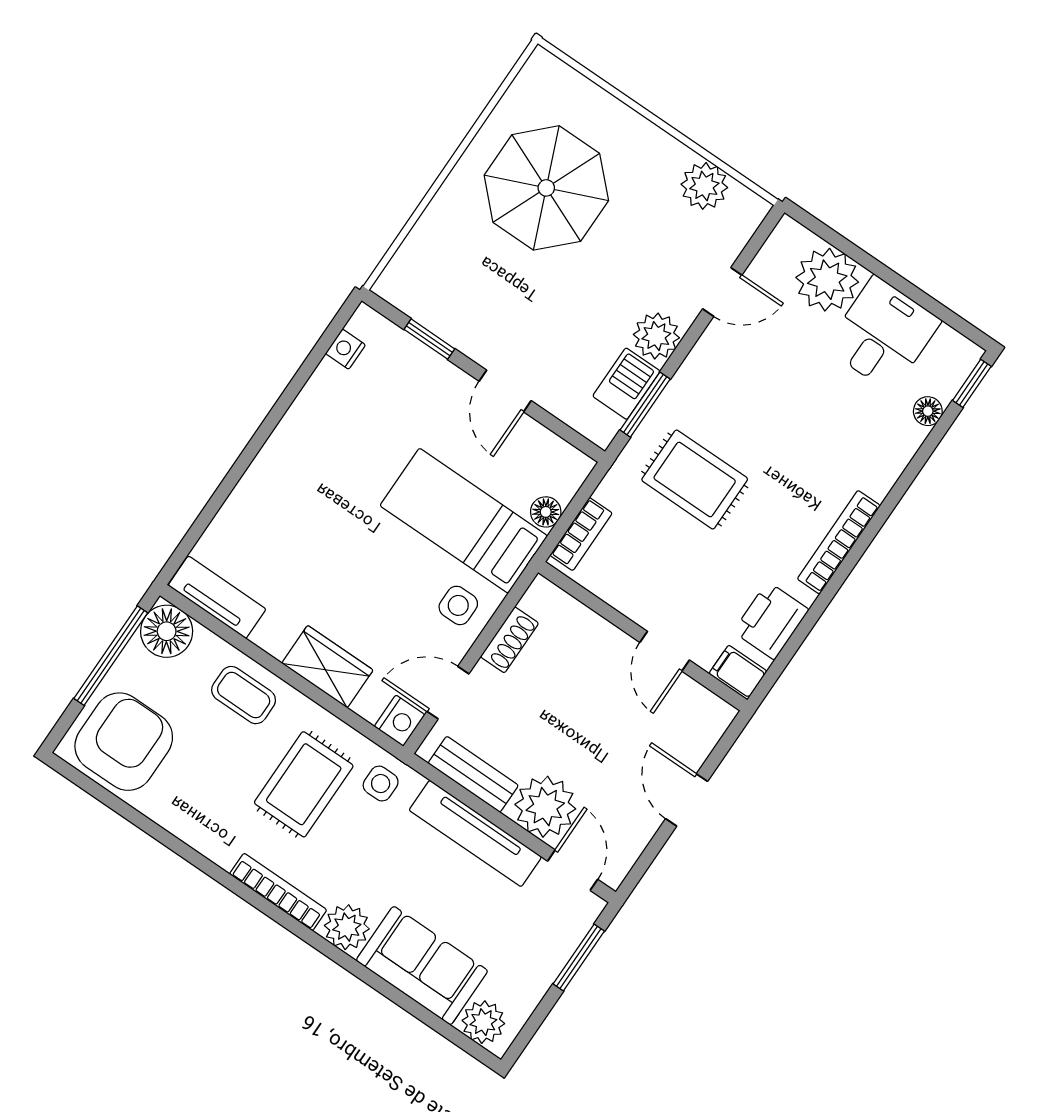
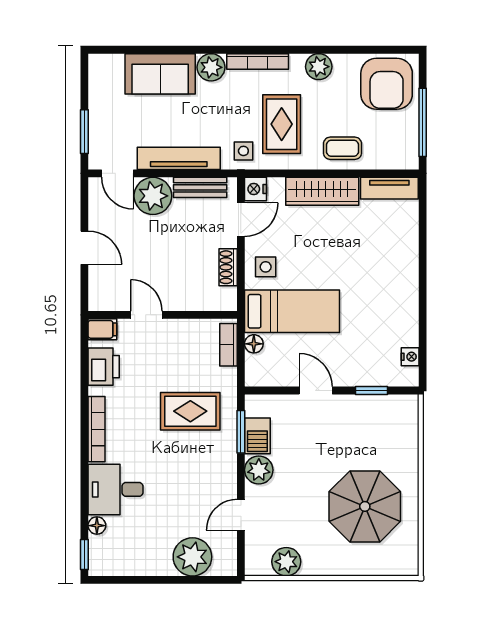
desk: (883, 334) -> (115, 489), moved, turned 90
floor lamp: (167, 631) -> (403, 154), removed
wardrobe: (327, 667) -> (322, 191), width x1.50
plant: (483, 1022) -> (319, 67), moved

